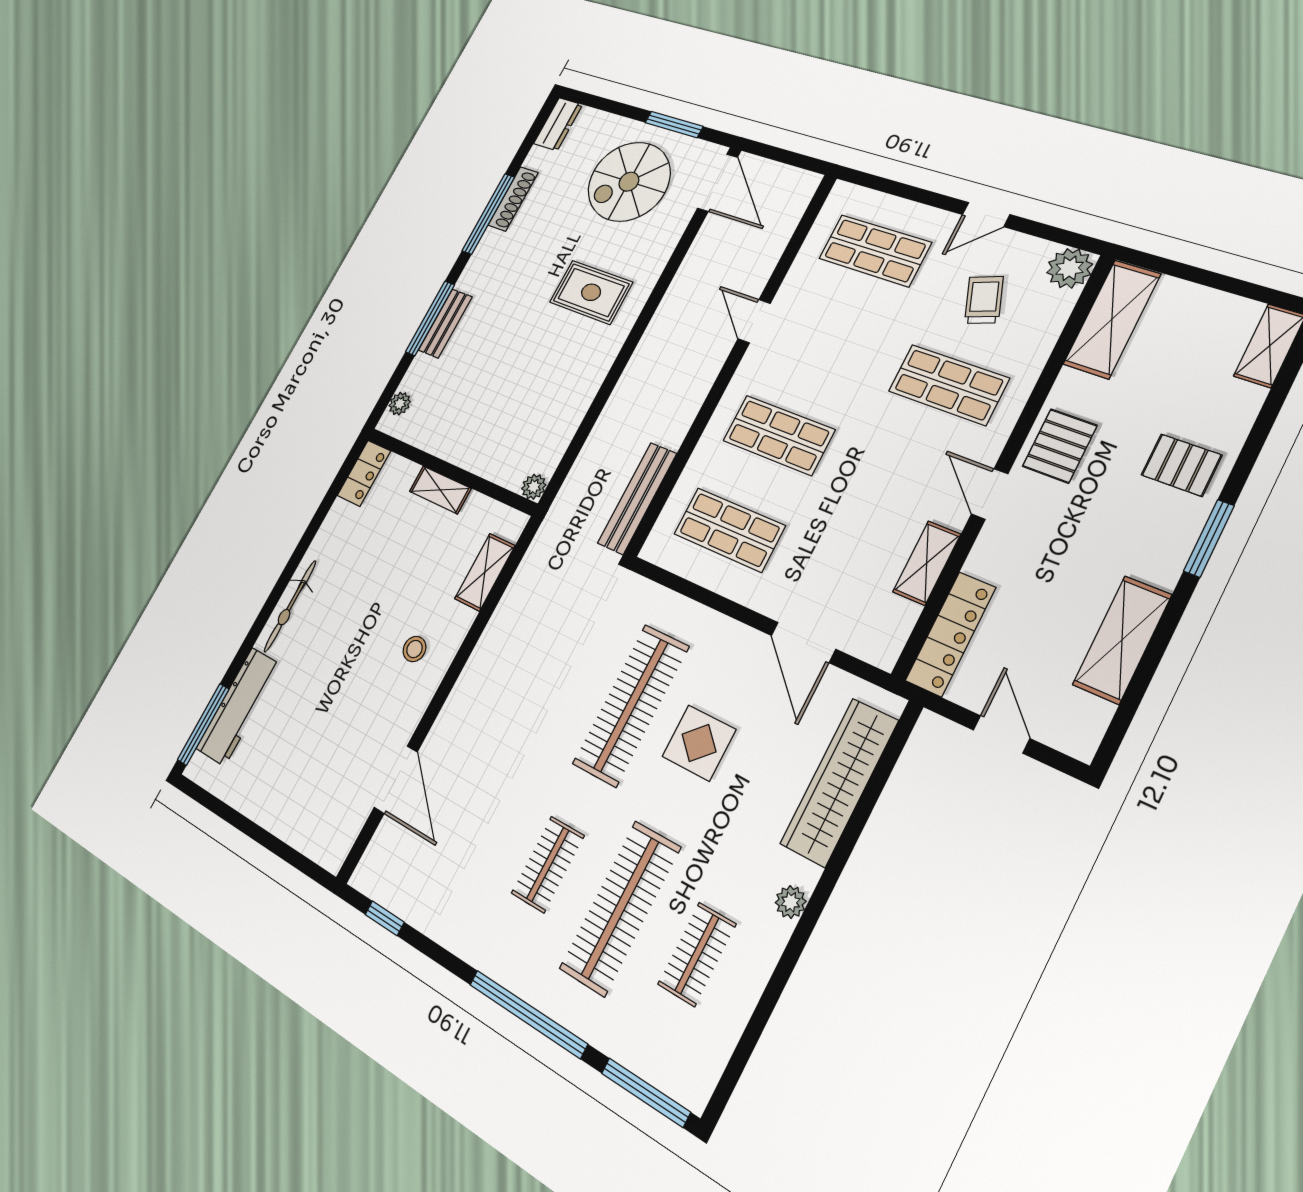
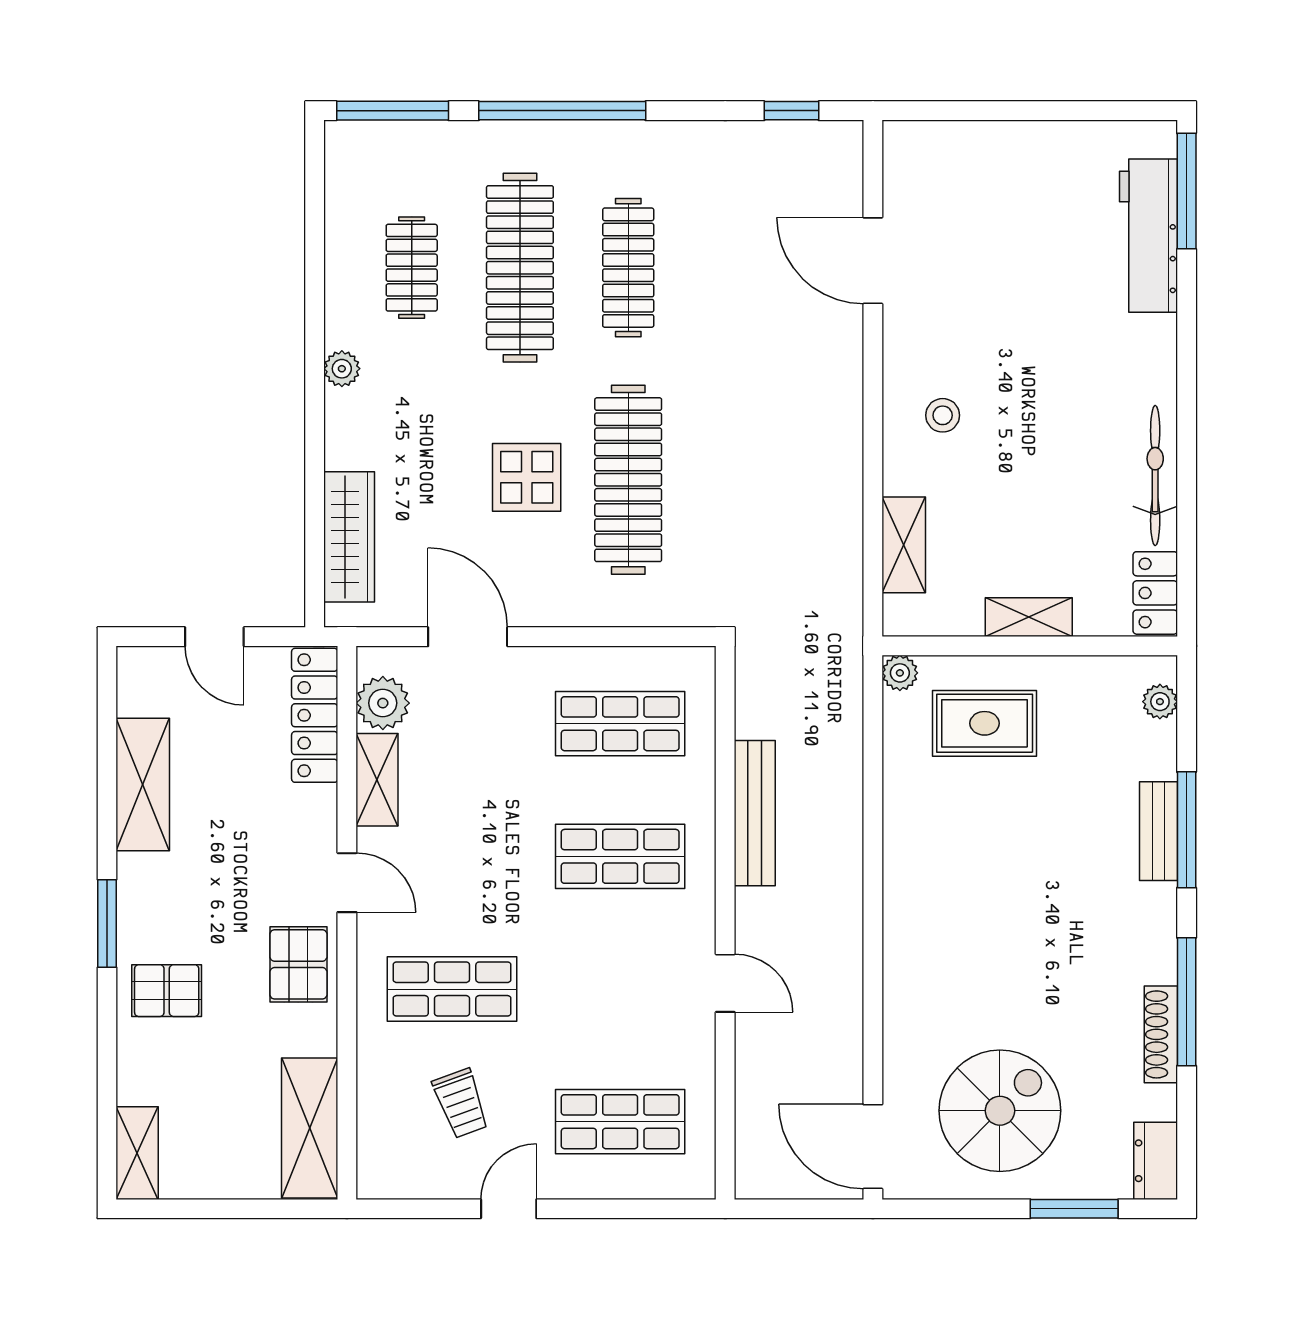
window: (674, 125) -> (1074, 1209), moved
plant: (1070, 268) -> (383, 703), moved
rug: (591, 292) -> (985, 723), moved
bench: (637, 498) -> (755, 813), moved
bicycle: (290, 606) -> (1155, 475), moved
wardrobe: (839, 782) -> (349, 537), width x0.71, depth x0.85
clothes rail: (548, 864) -> (628, 268), width x1.36

